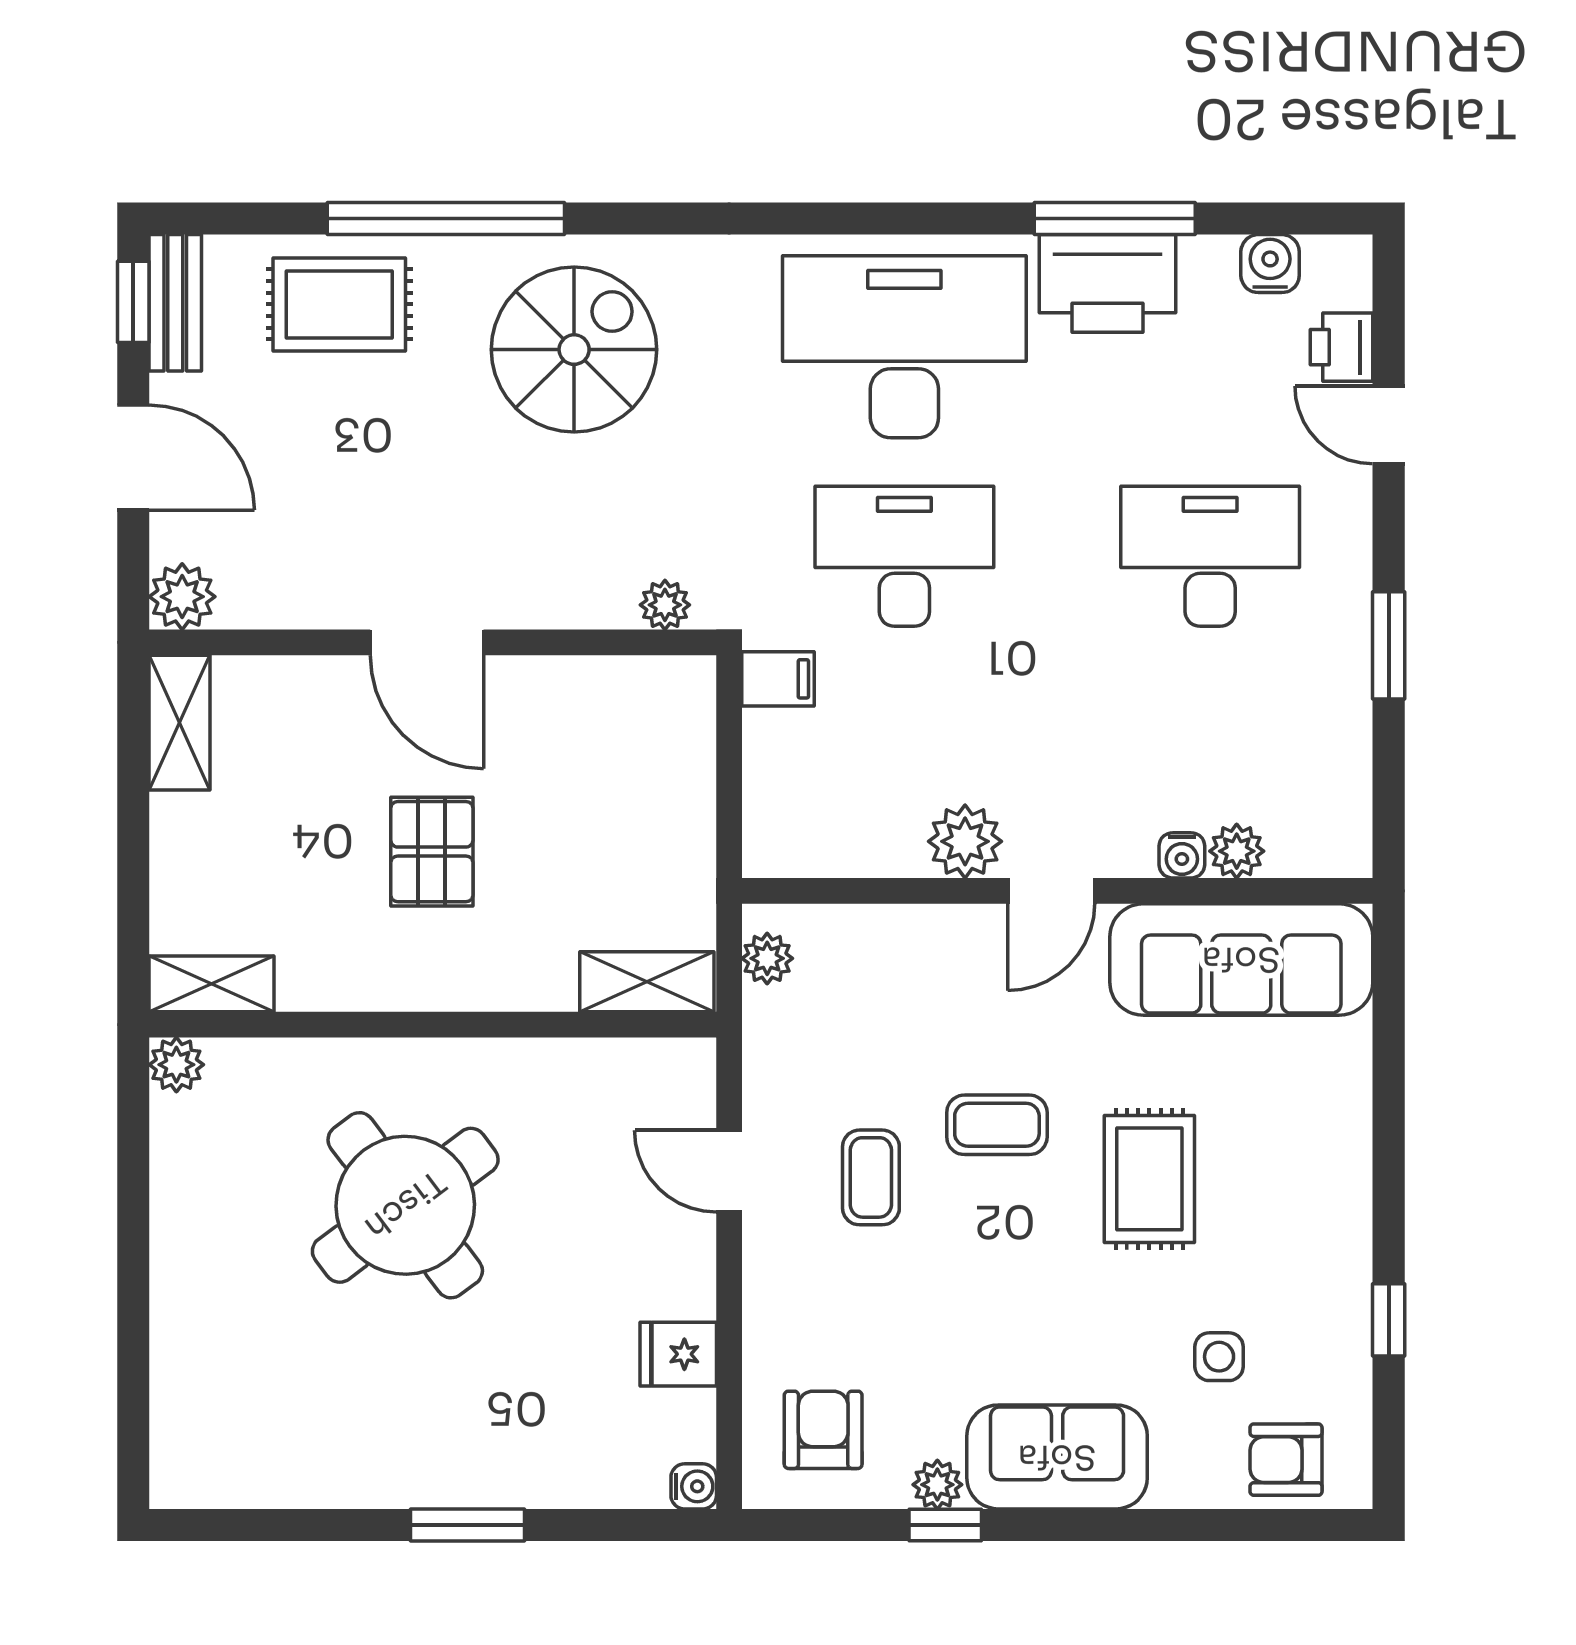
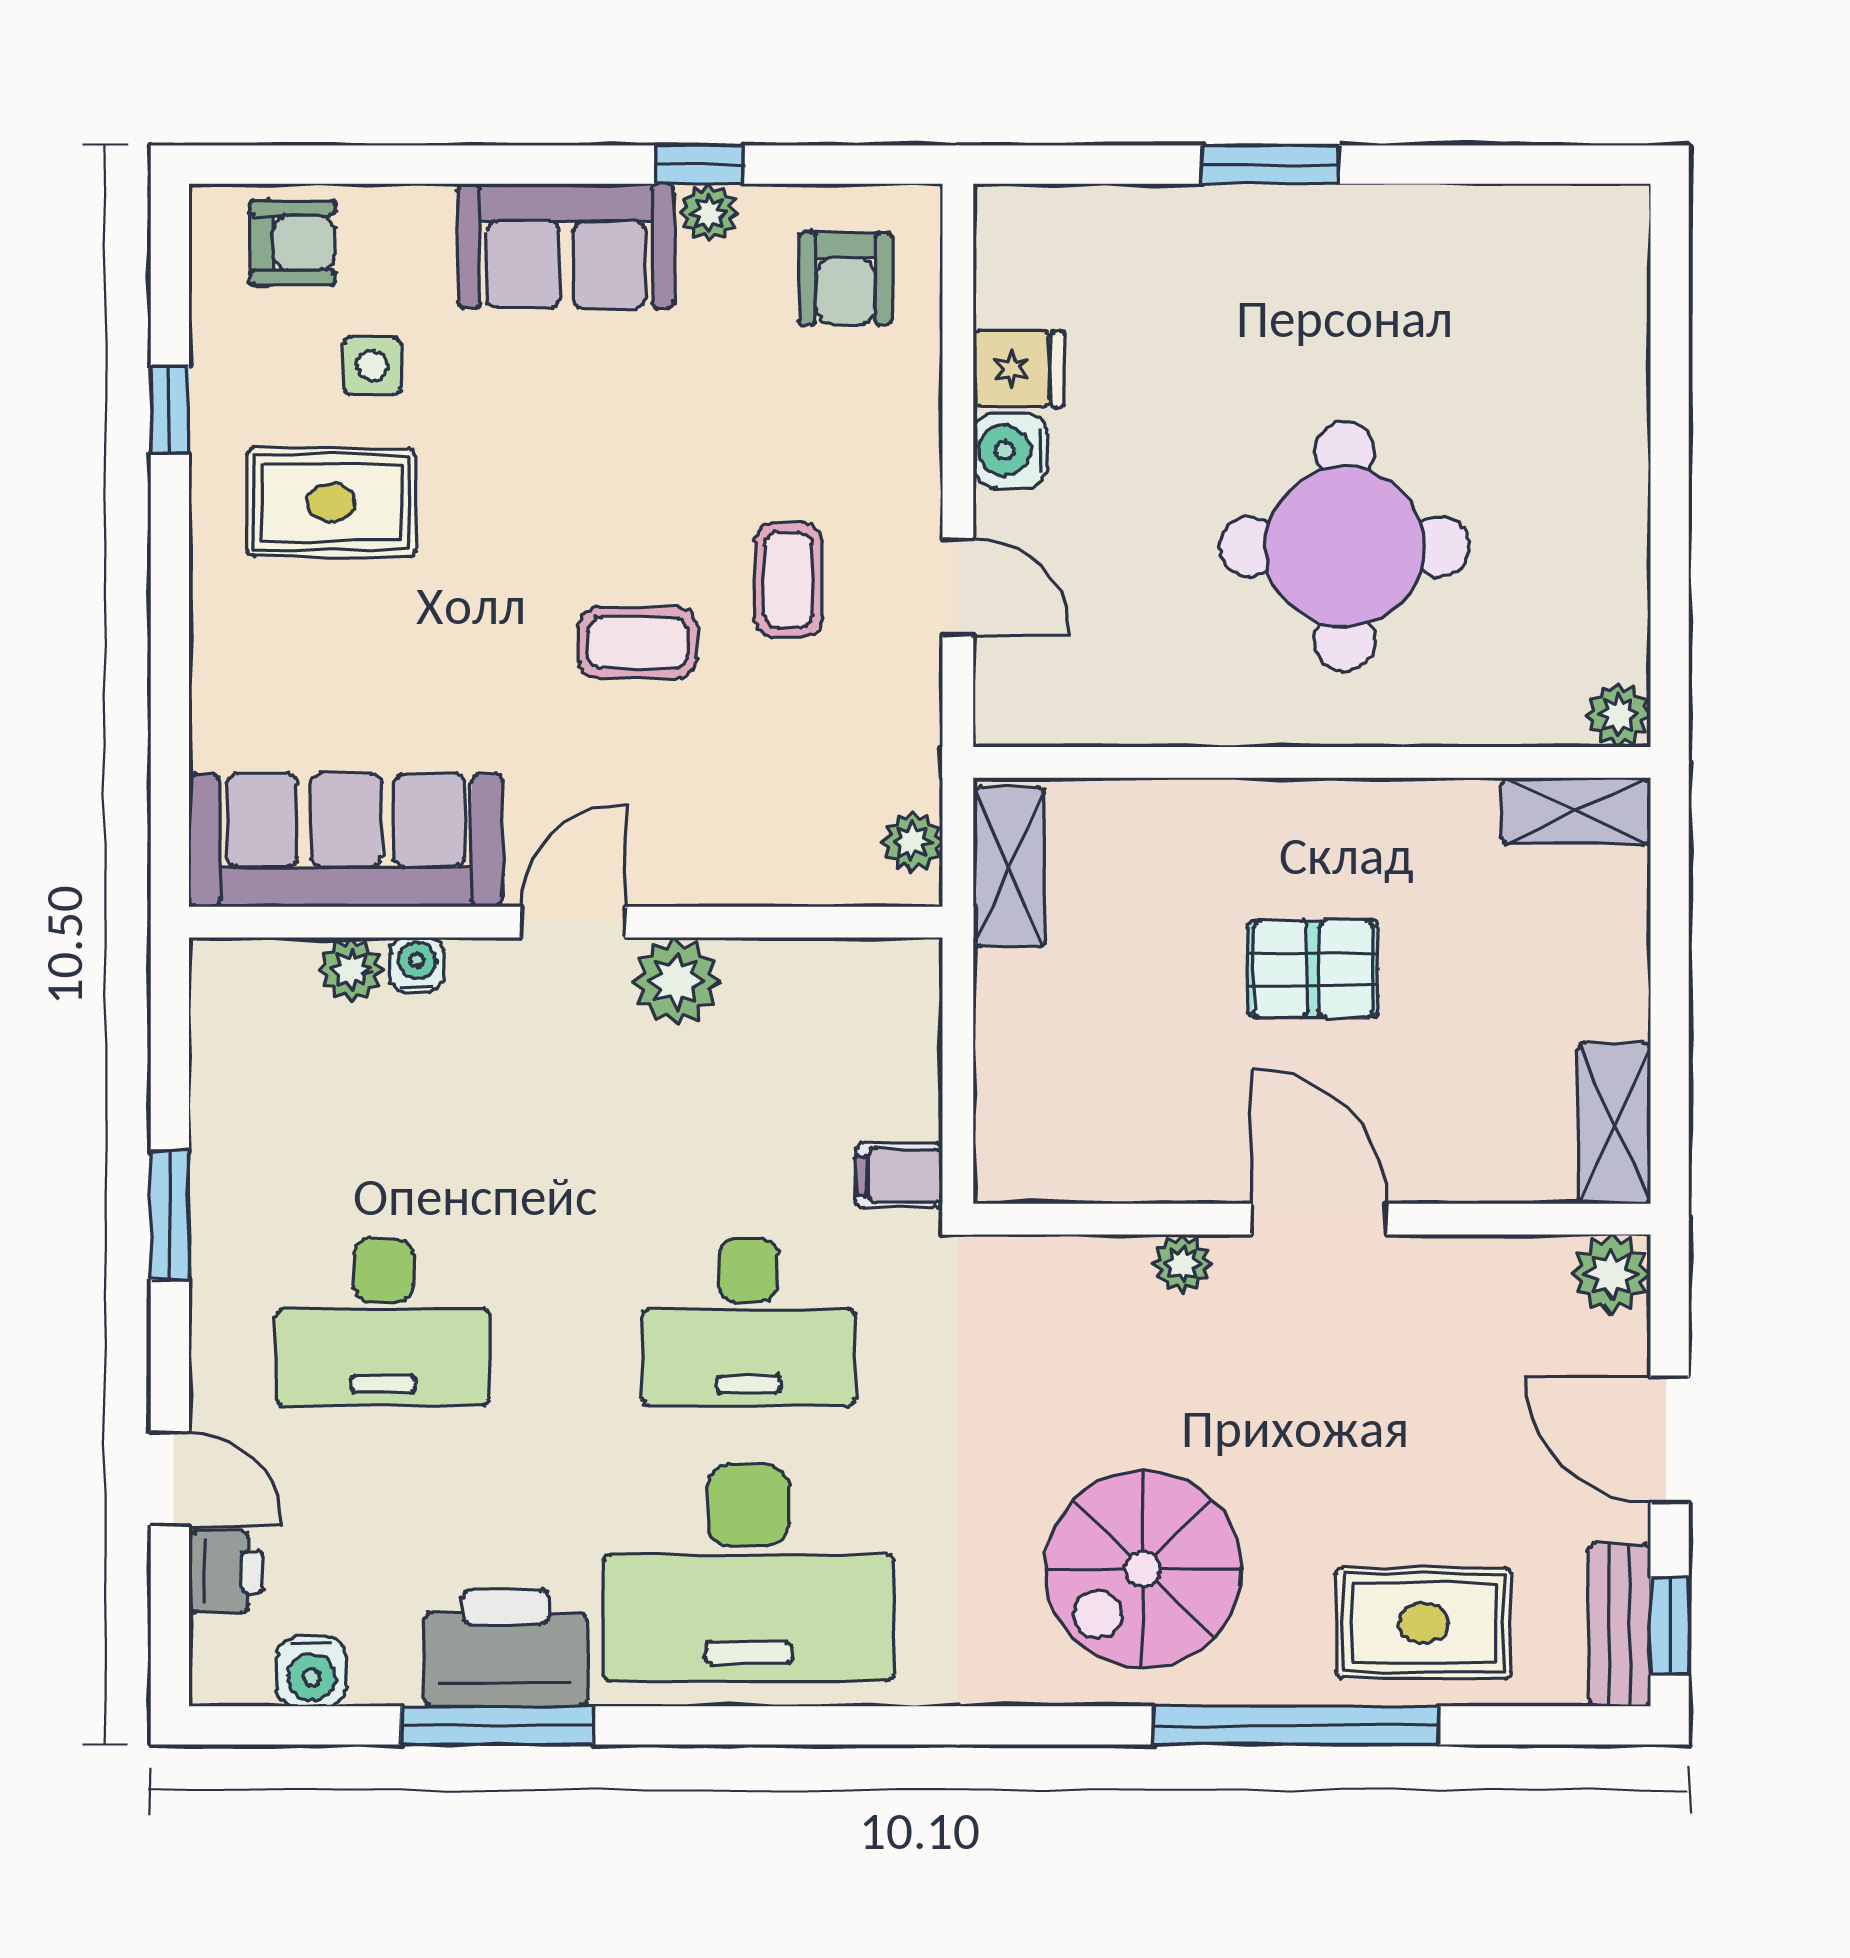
plant: (665, 605) -> (1183, 1264), moved
pallet: (432, 852) -> (1313, 969), turned 90
shelving: (647, 982) -> (1009, 867), moved, turned 90
rug: (1149, 1179) -> (331, 502), moved, turned 90
round table: (405, 1205) -> (1345, 547), turned 37
water cooler: (694, 1486) -> (1010, 450), moved, width x1.38, depth x1.38

